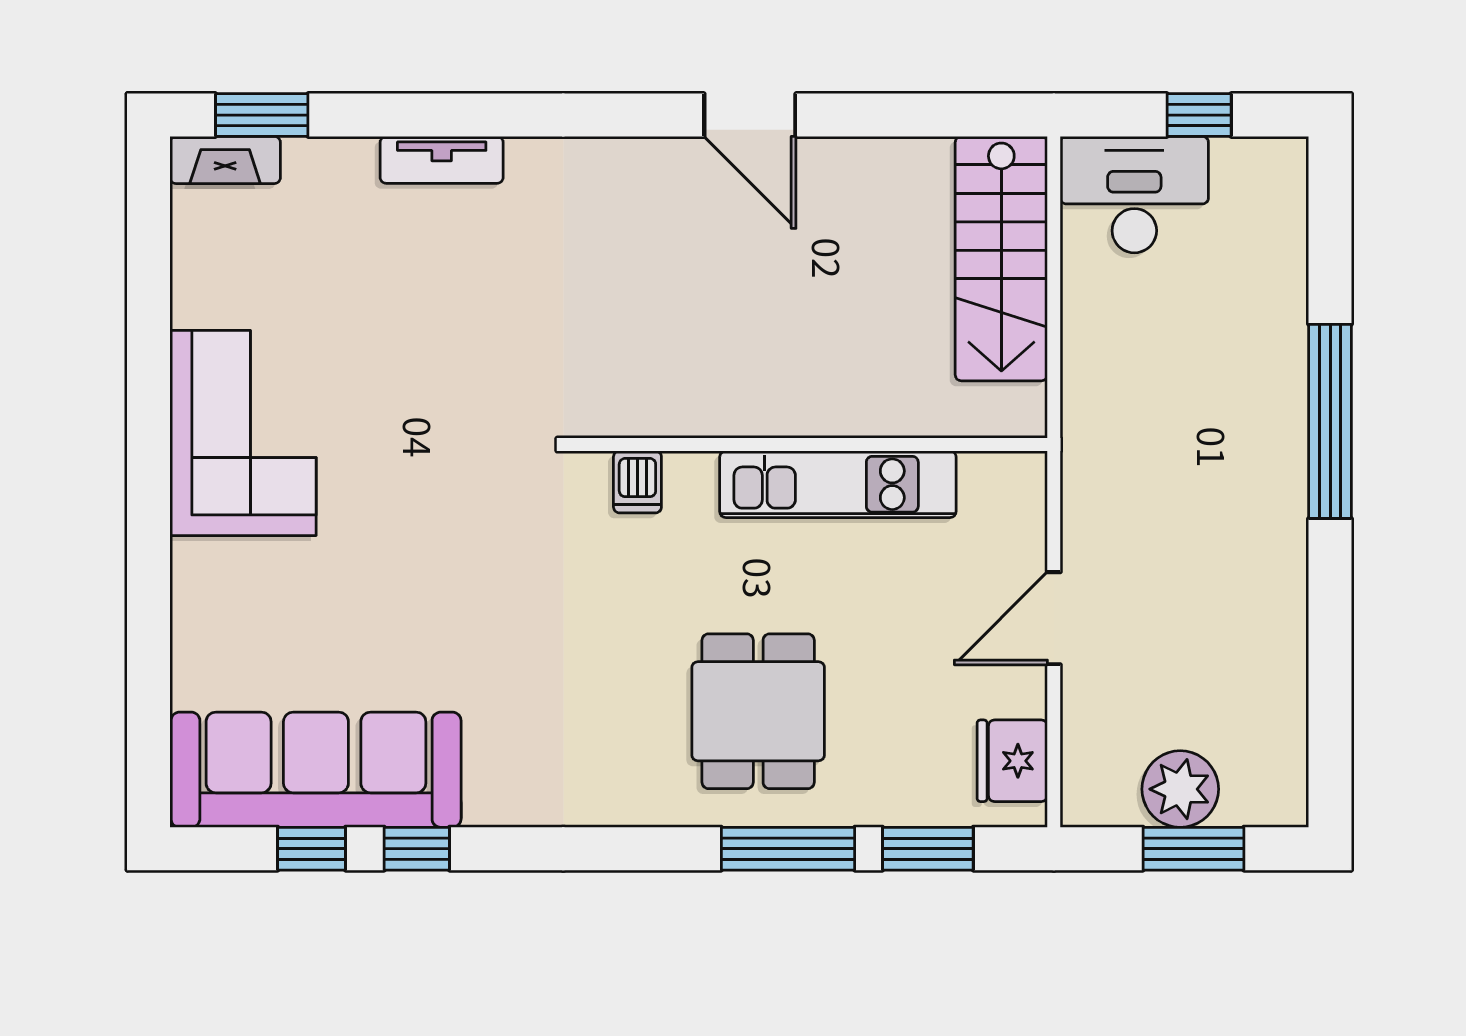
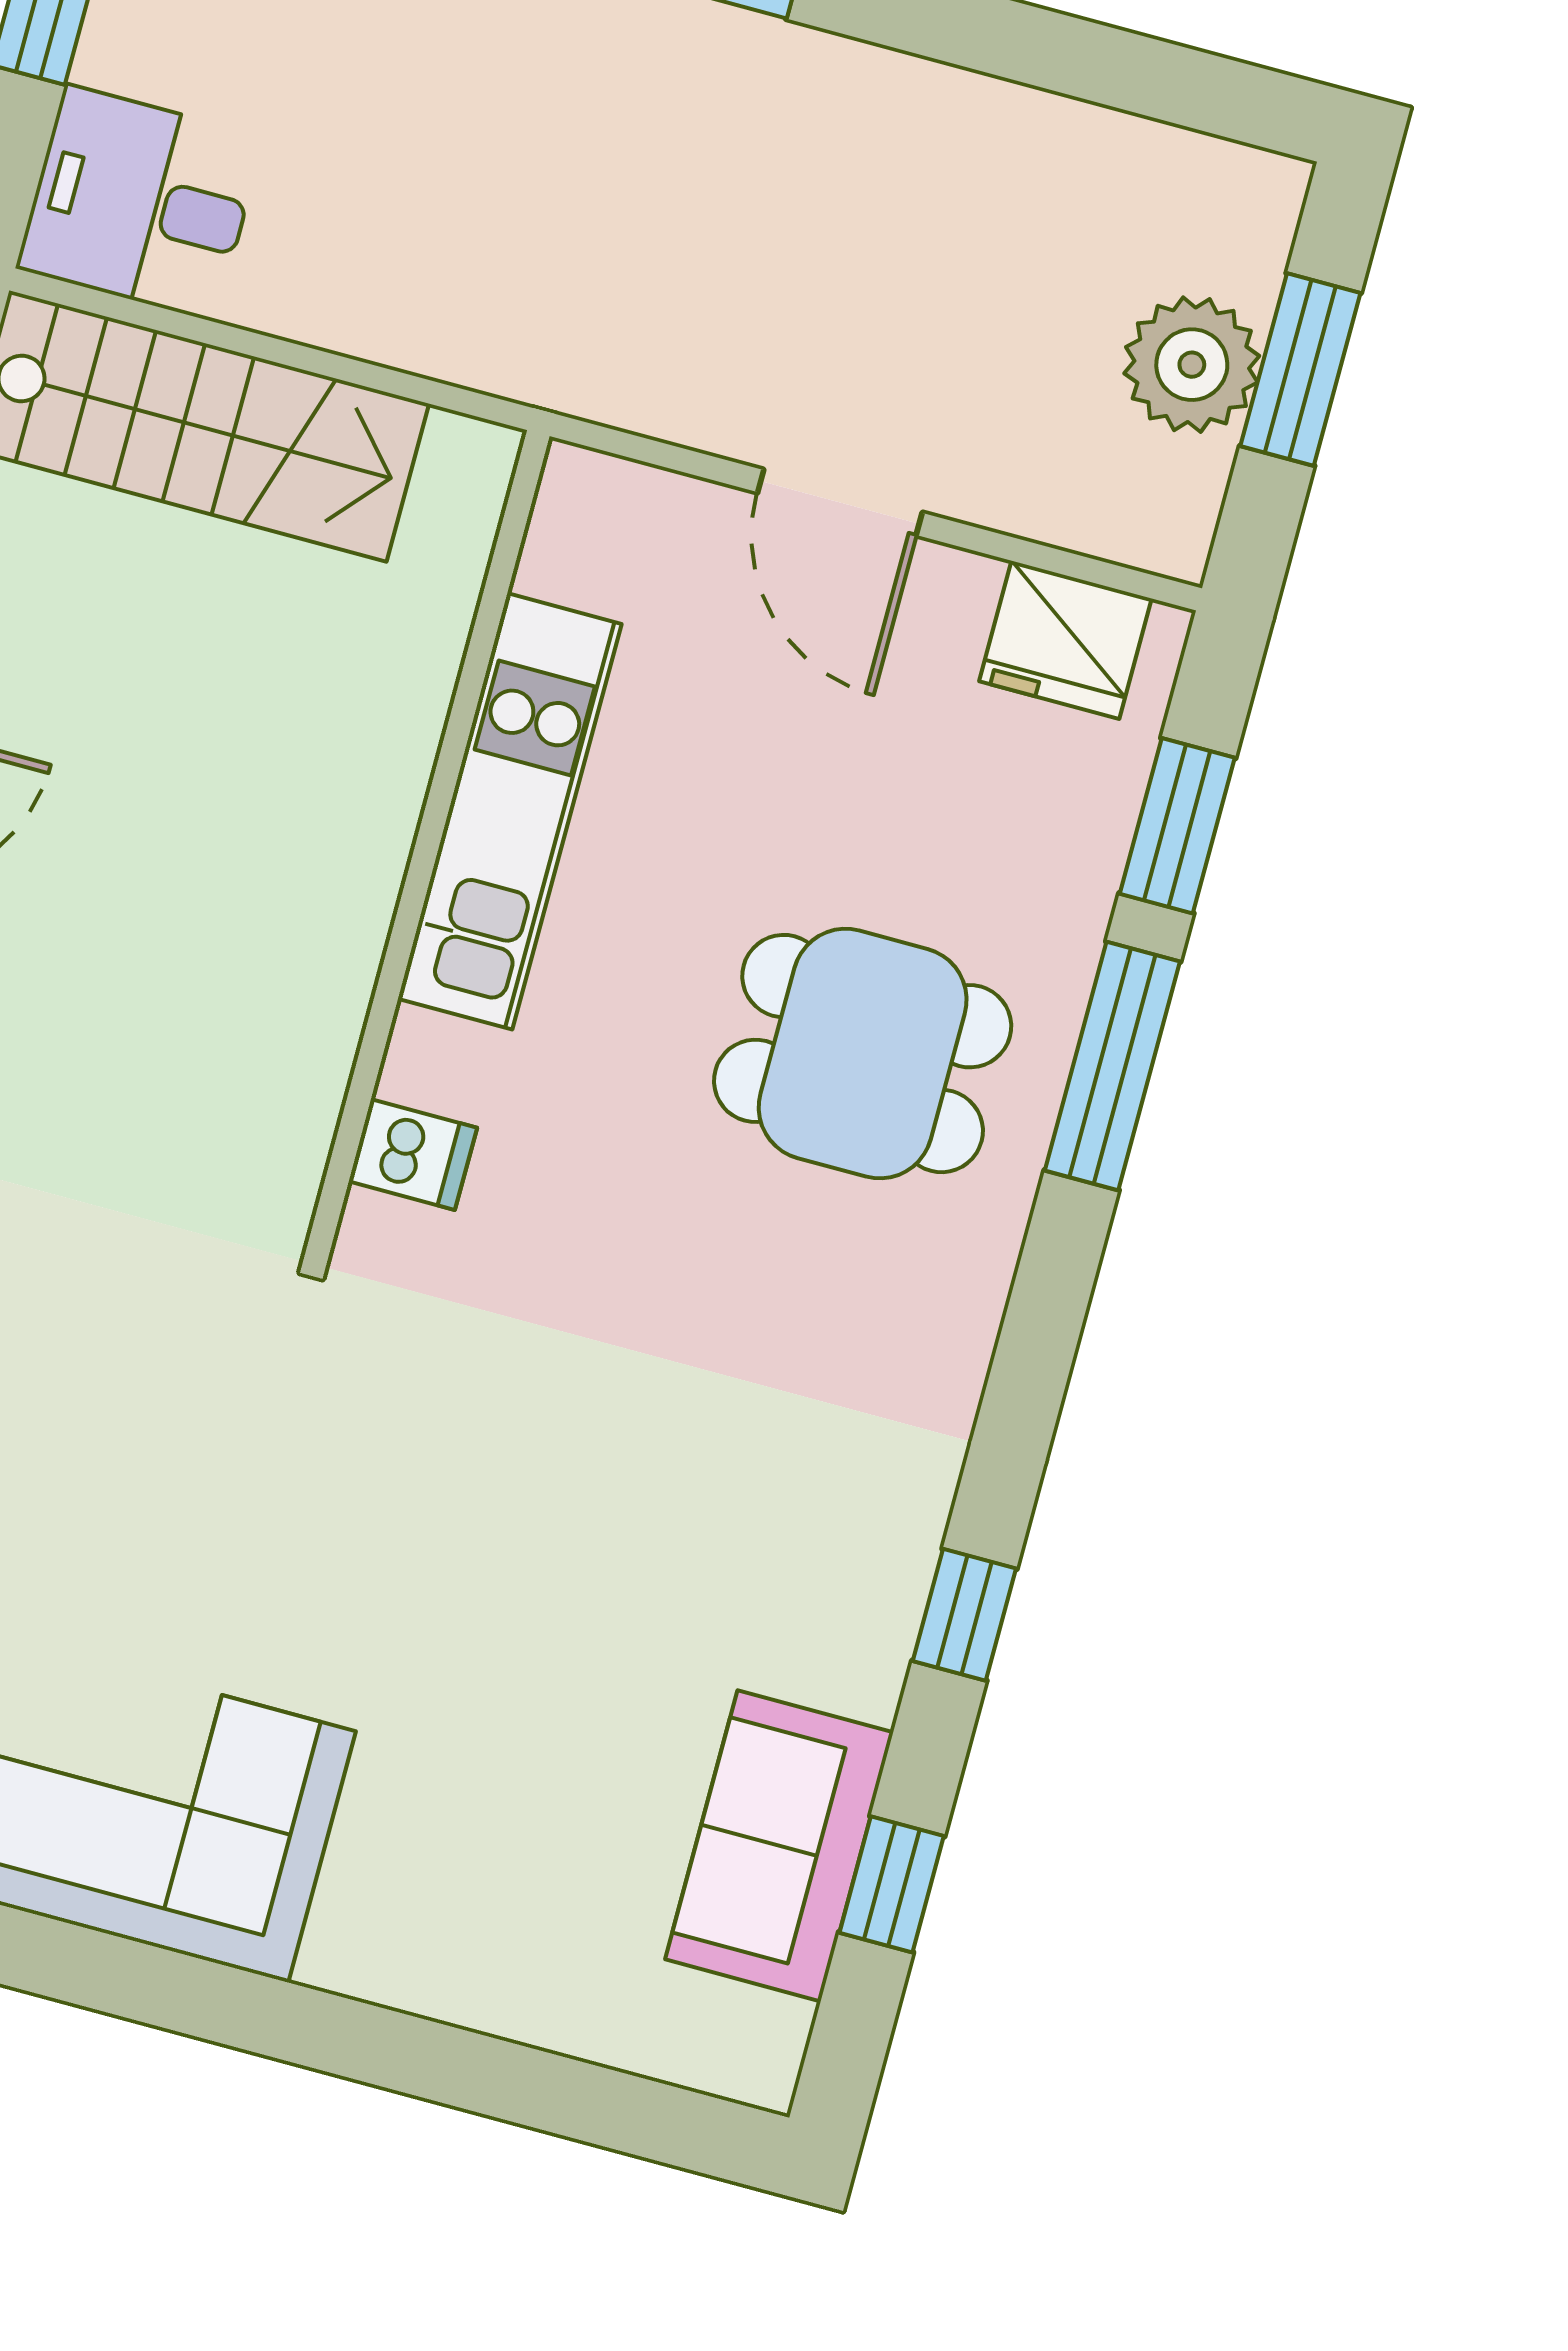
desk: (1134, 195) -> (140, 203), width x0.73
sofa: (316, 770) -> (779, 1846), width x0.54, depth x0.79
window: (417, 849) -> (964, 1615), moved

